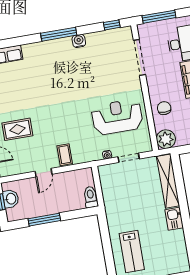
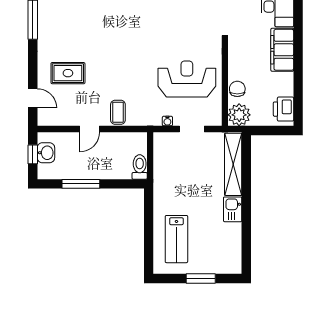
chair: (164, 108) -> (237, 89), moved

